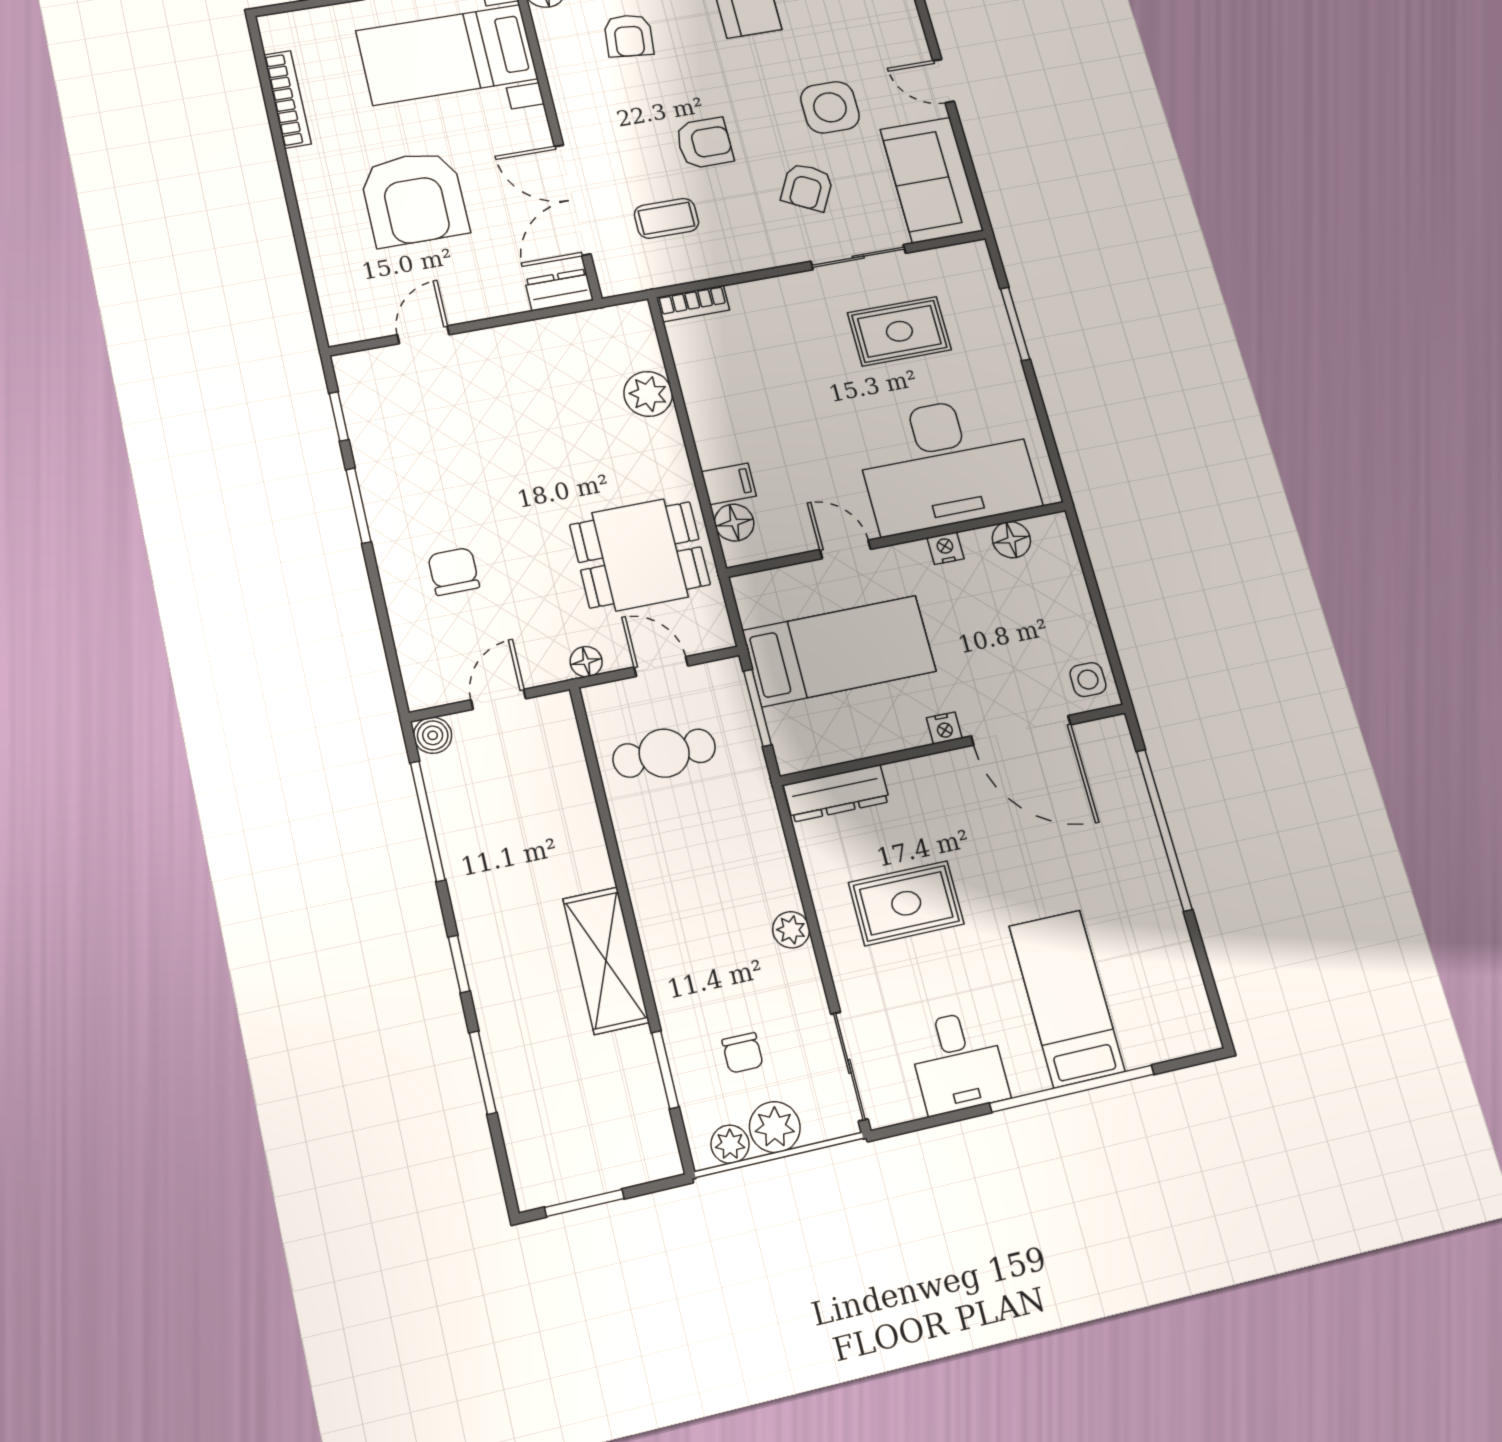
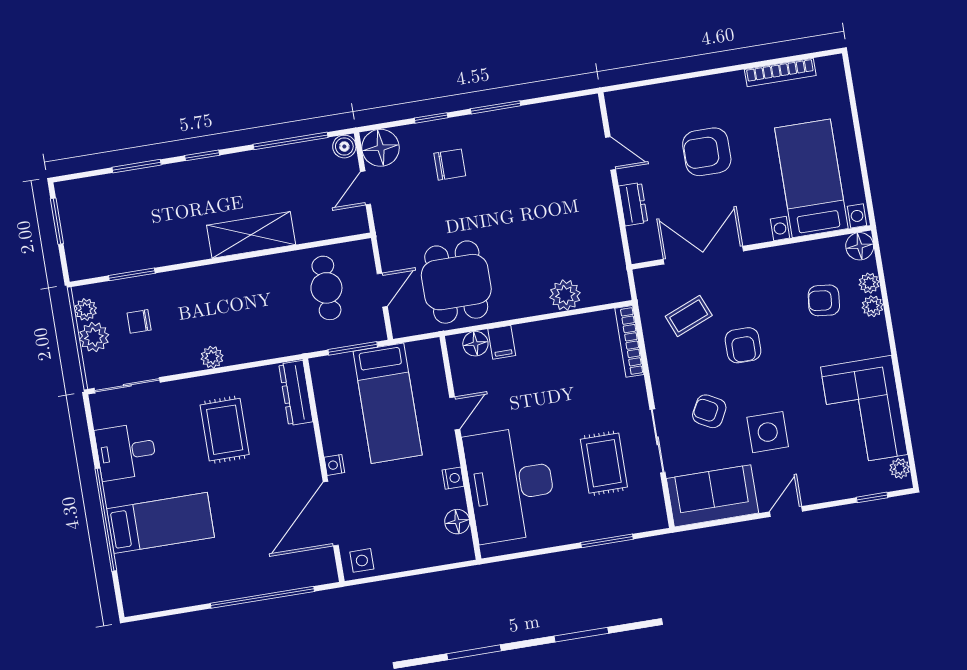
armchair: (414, 198) -> (707, 152), width x0.73, depth x0.73
coffee table: (666, 218) -> (689, 316), turned 68
dresser: (559, 290) -> (633, 204), moved
bookcase: (693, 304) -> (629, 341), width x1.56
window: (339, 416) -> (431, 118), moved
floor lamp: (586, 662) -> (381, 148), moved, width x1.89, depth x1.89
door: (498, 699) -> (366, 188), swing flipped
shelving: (606, 960) -> (251, 235), moved

